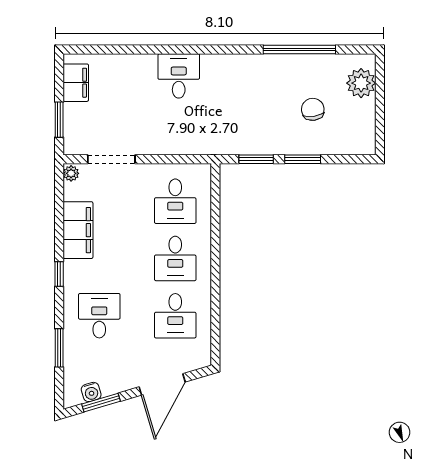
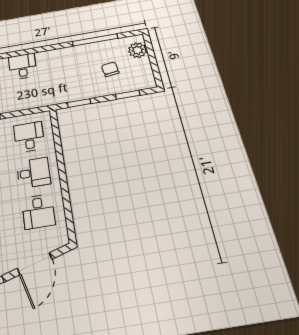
window: (303, 159) -> (128, 95), moved
desk: (175, 201) -> (29, 137), turned 180
desk: (175, 258) -> (34, 173), turned -90

